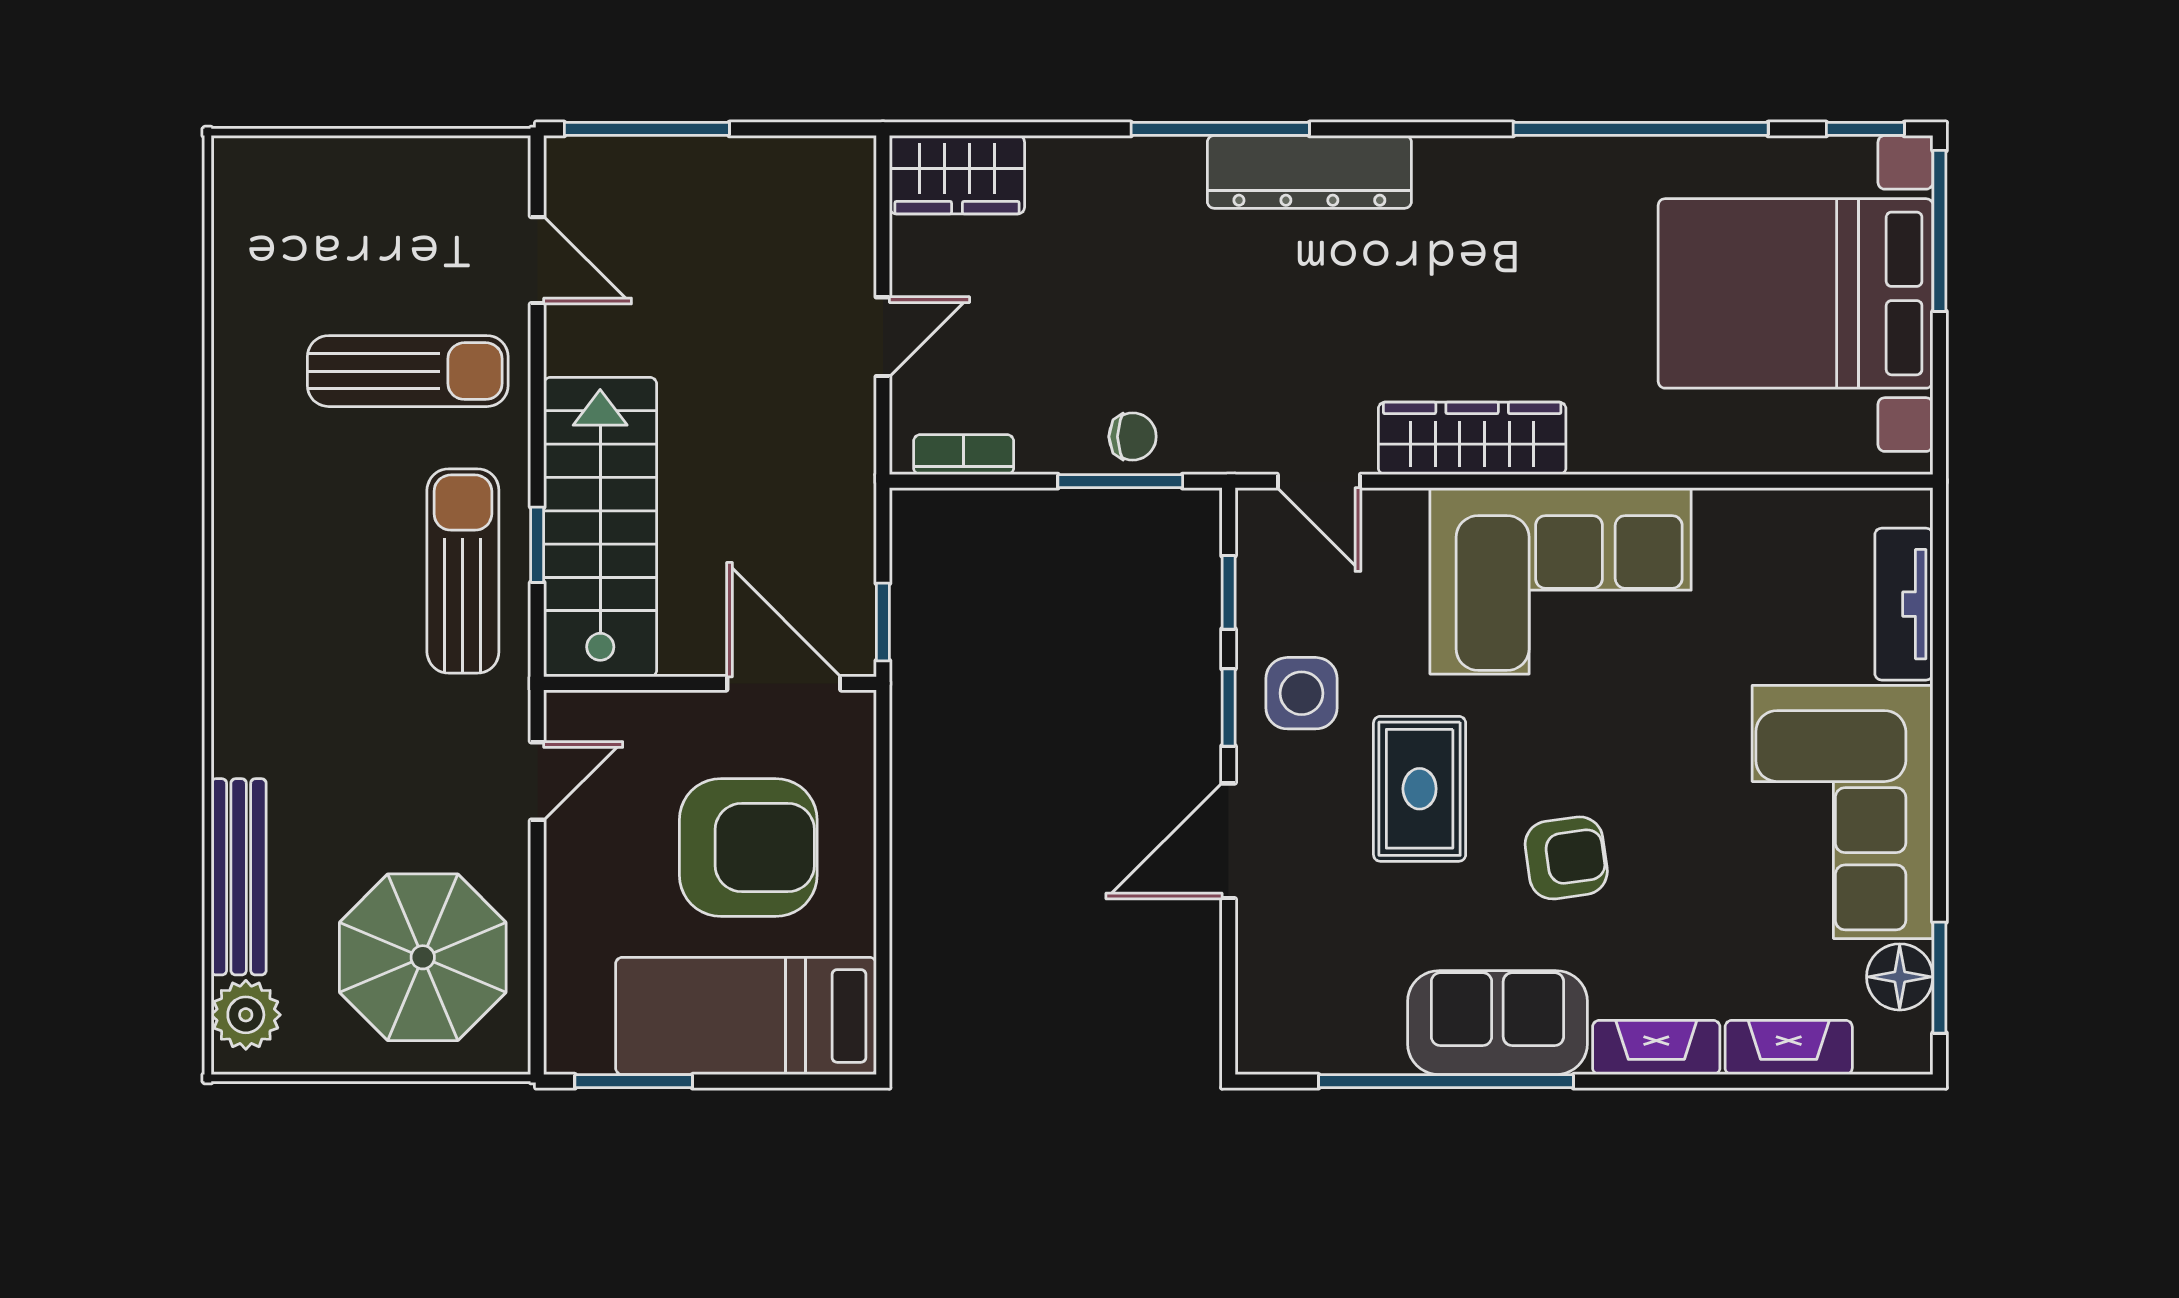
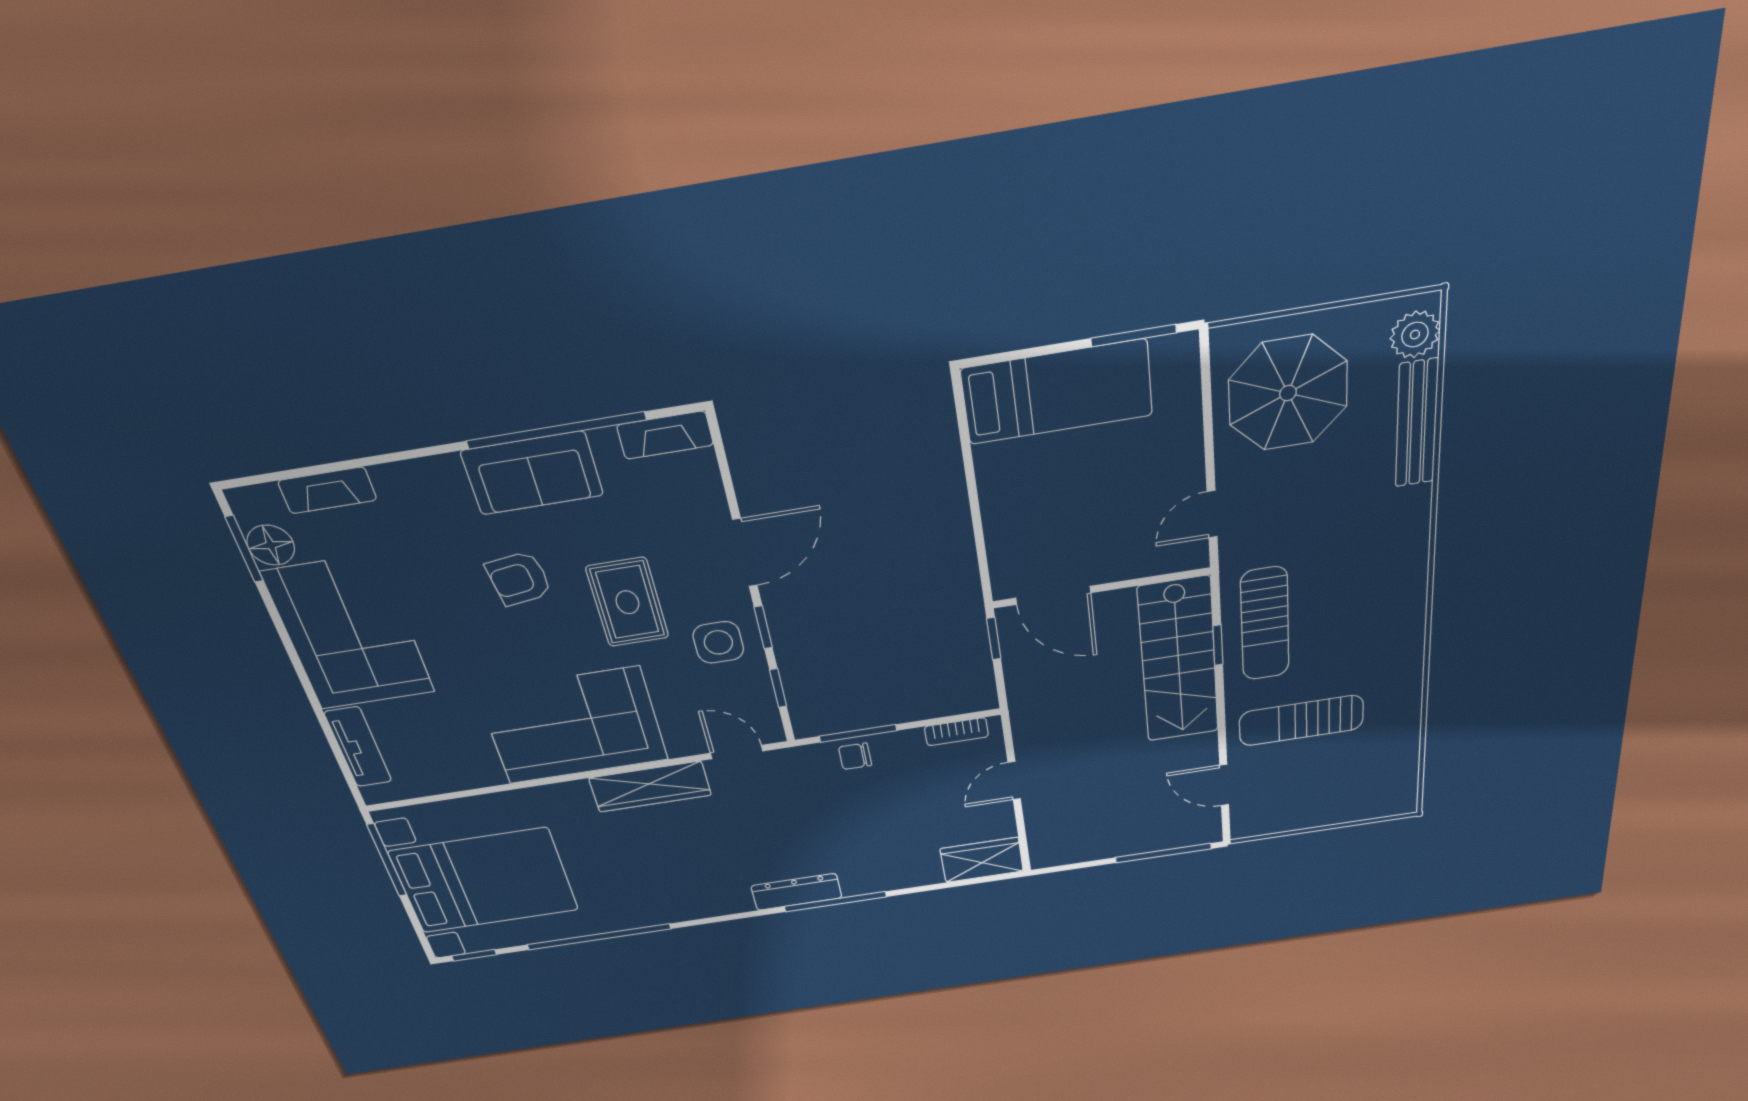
dresser: (1309, 172) -> (796, 892), width x0.73, depth x0.80
window: (1939, 231) -> (387, 860), moved
armchair: (748, 848) -> (1067, 497), removed
fireplace: (1656, 1047) -> (665, 435), moved

